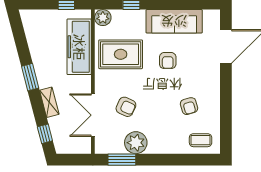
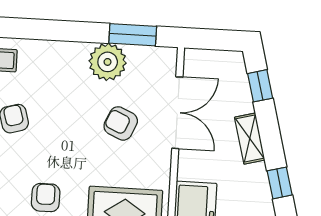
window: (30, 77) -> (280, 183), width x0.67

